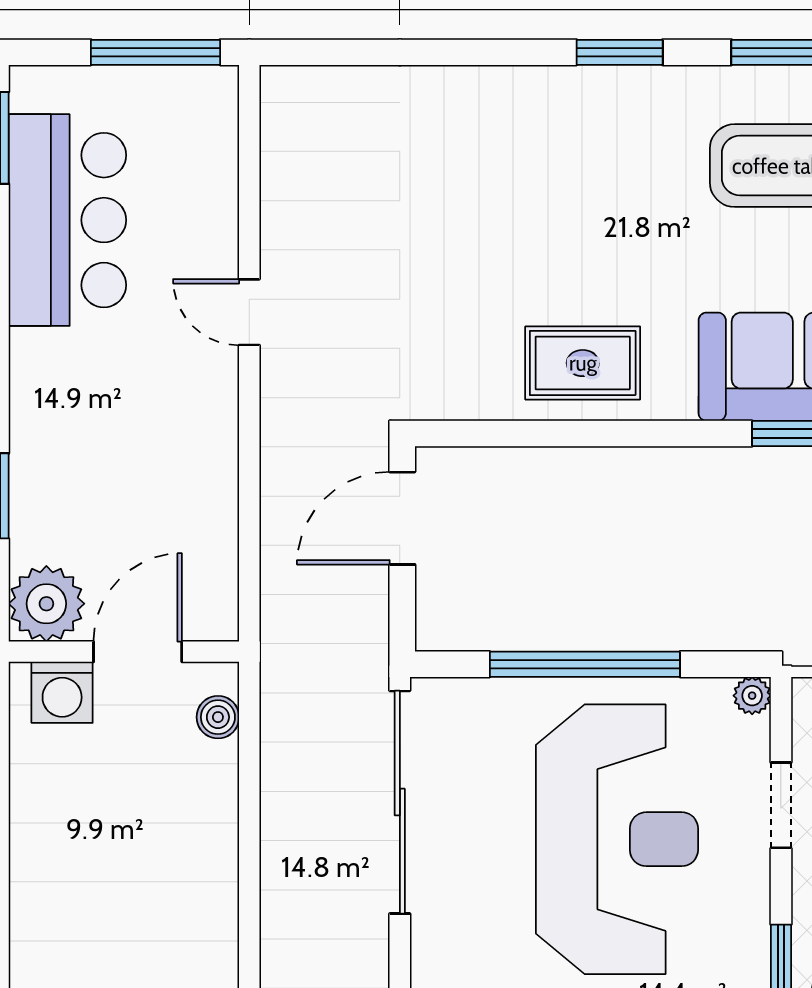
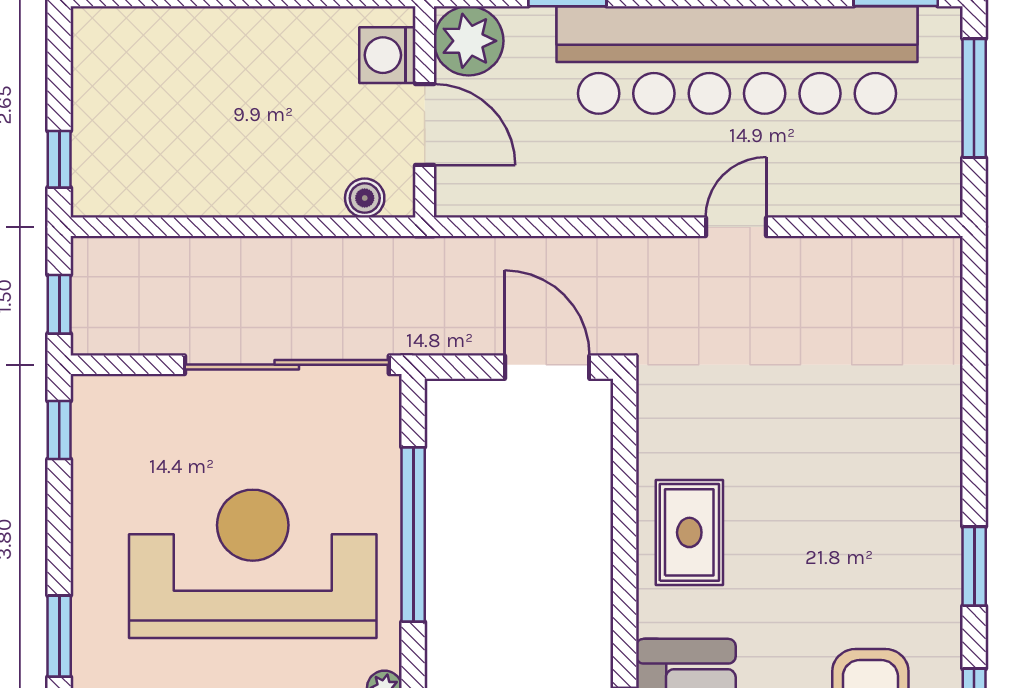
window: (155, 52) -> (974, 98), moved
bar counter: (67, 220) -> (737, 60), width x1.86
reception desk: (617, 839) -> (253, 564), turned 180

